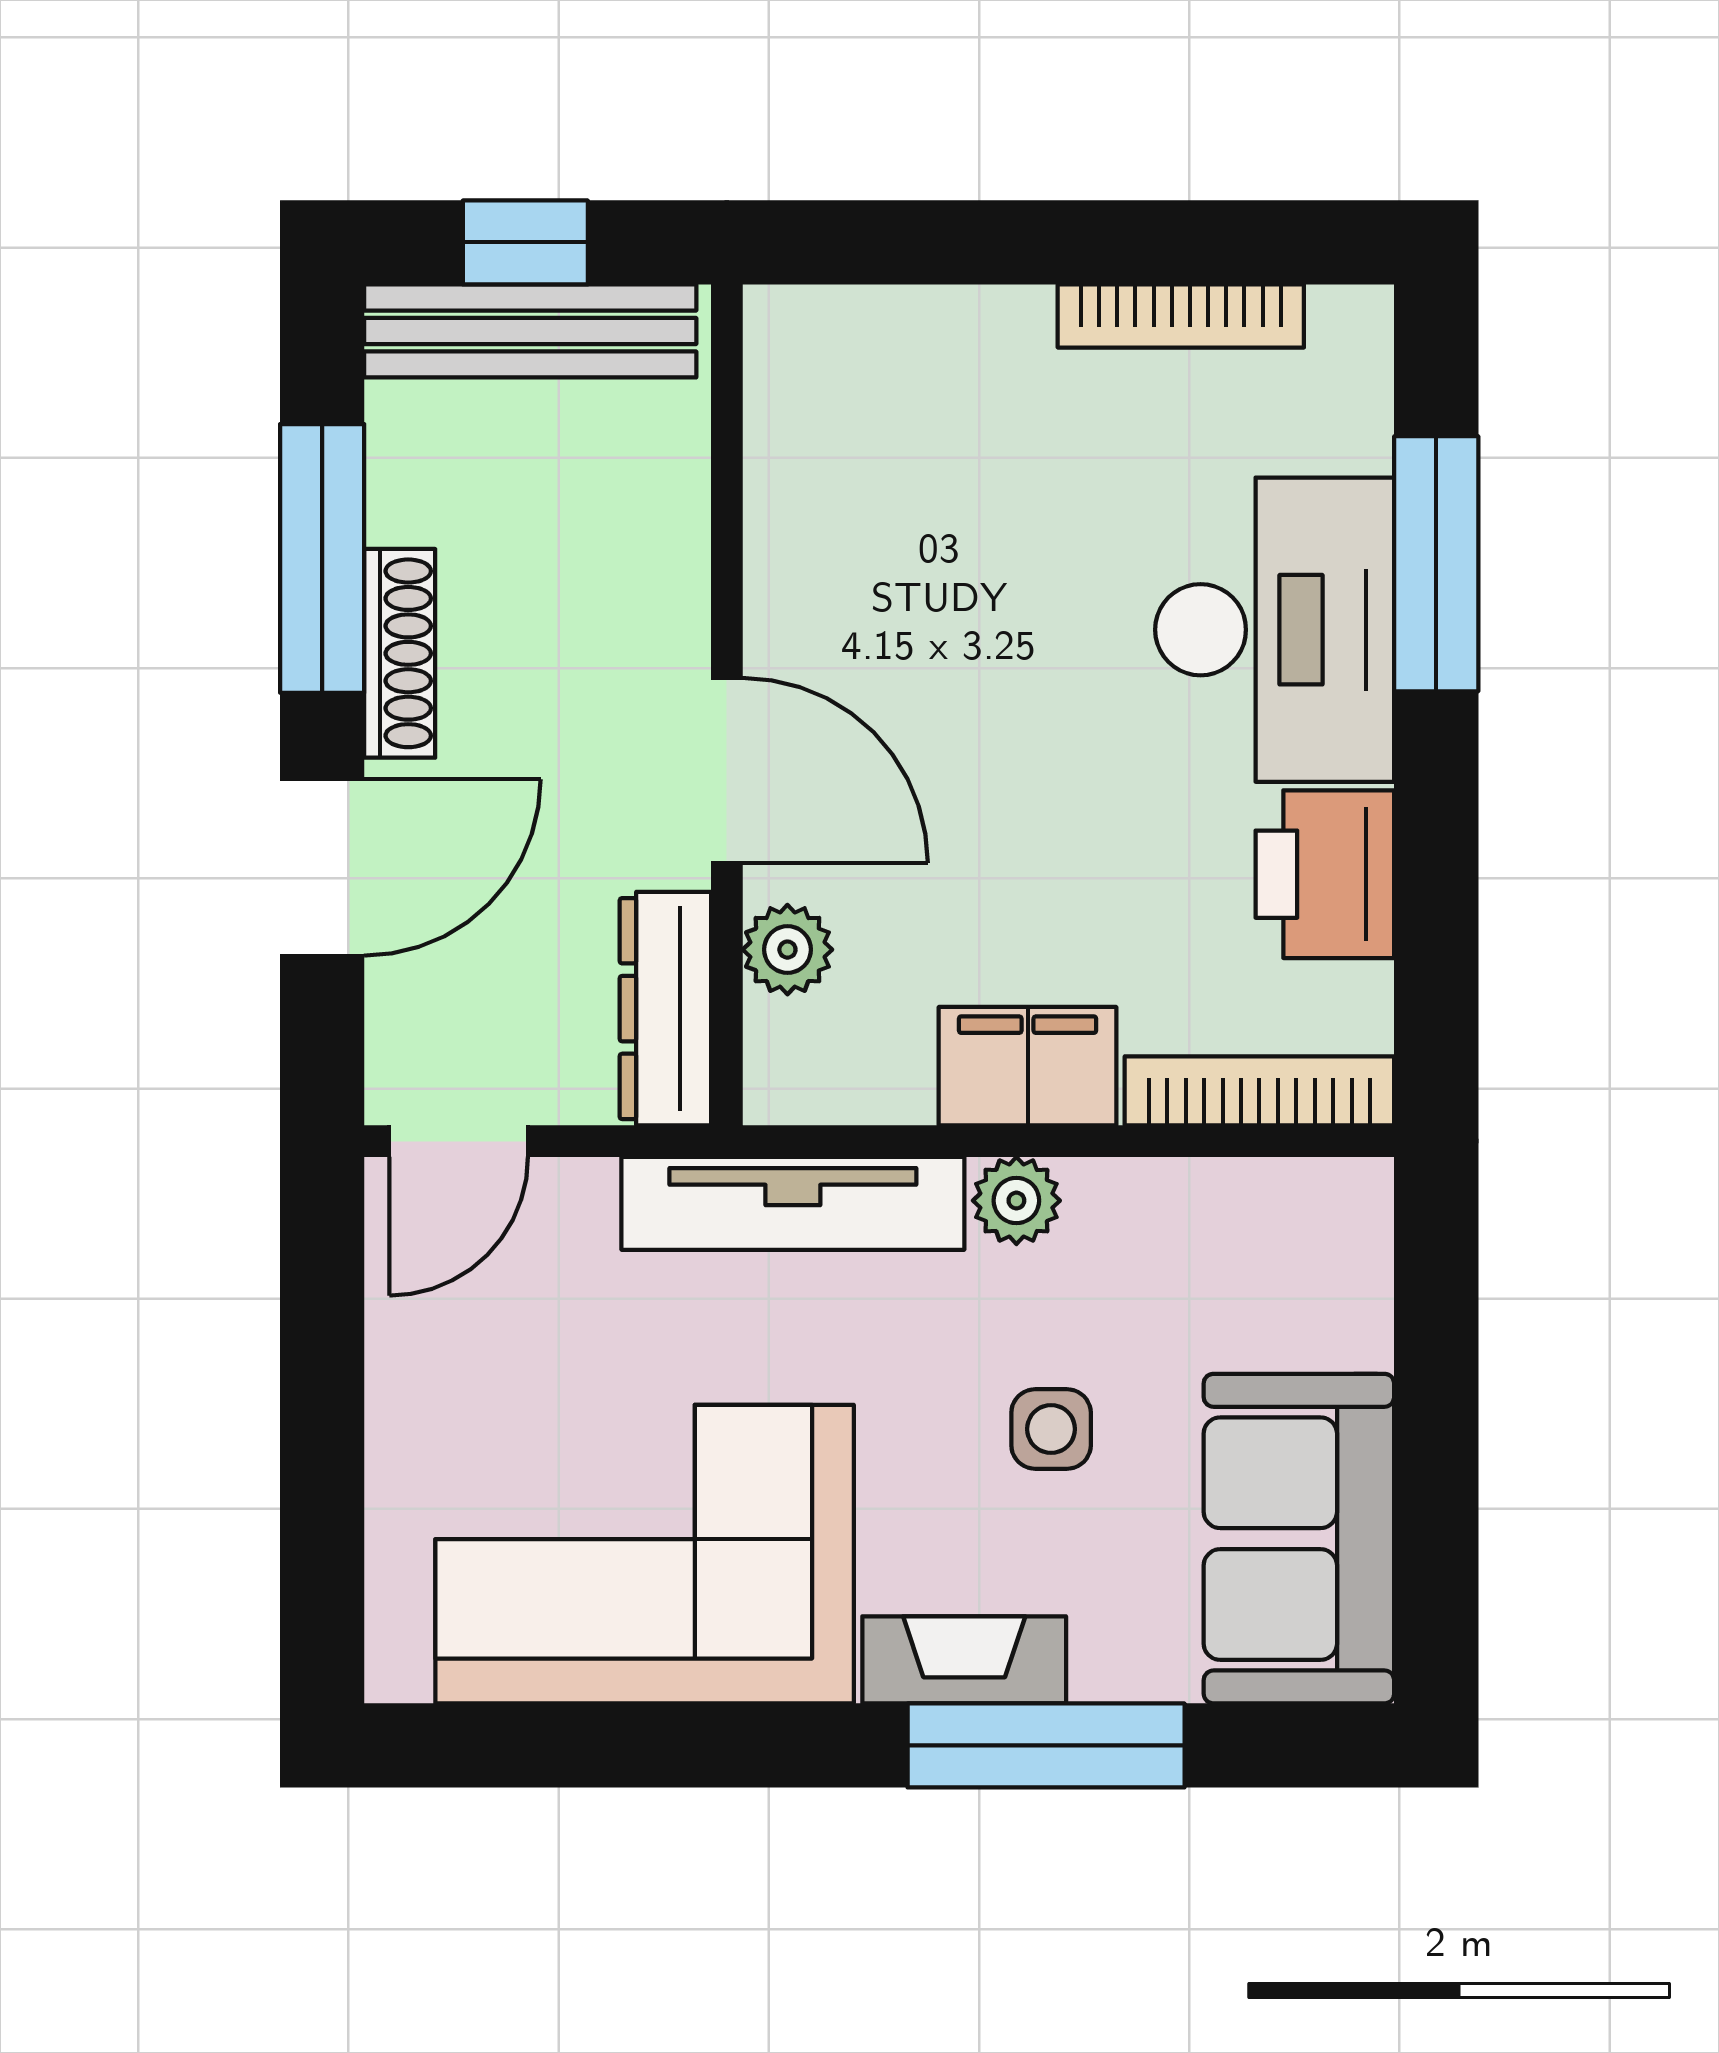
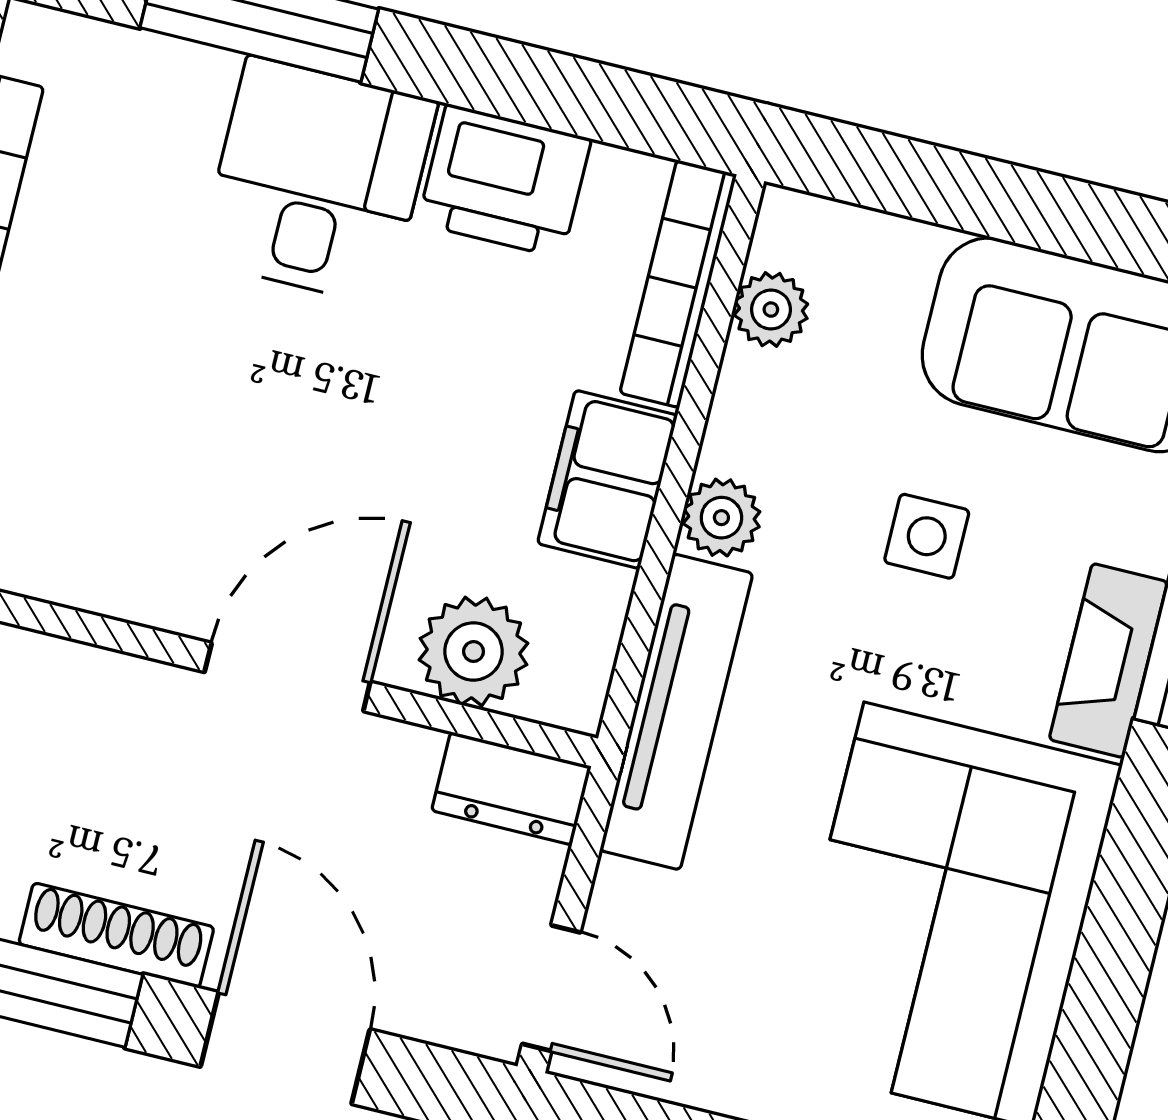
desk: (1275, 630) -> (318, 181), width x0.73
plant: (787, 950) -> (474, 651), width x1.38, depth x1.38
dresser: (665, 1009) -> (511, 788), width x0.70
plant: (1256, 1199) -> (771, 310), added

